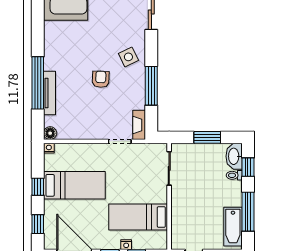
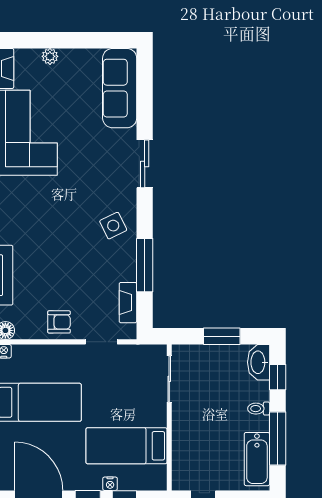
armchair: (101, 79) -> (59, 322), moved, turned 88
fireplace: (139, 125) -> (128, 303), moved
toilet: (234, 175) -> (259, 409), moved

